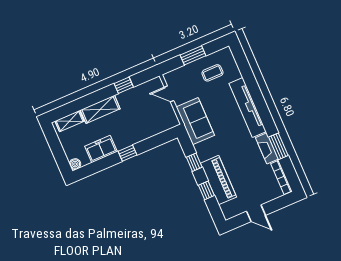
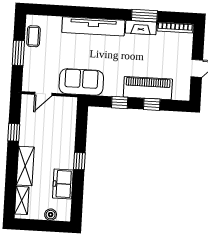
coffee table: (212, 73) -> (33, 36), moved
boiler: (75, 164) -> (51, 215), moved

